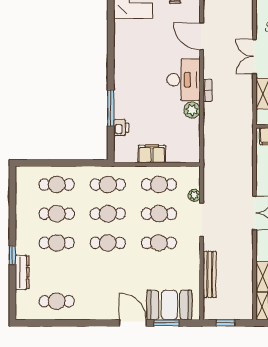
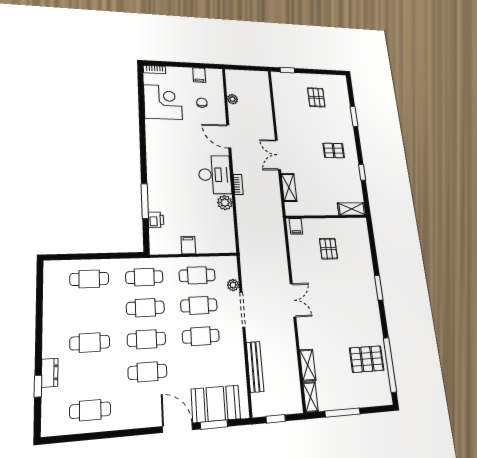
filing cabinet: (152, 154) -> (188, 245), width x0.50
cafe table: (57, 214) -> (148, 372), moved
window: (12, 255) -> (38, 386), moved
dresser: (22, 272) -> (50, 373), width x0.70

